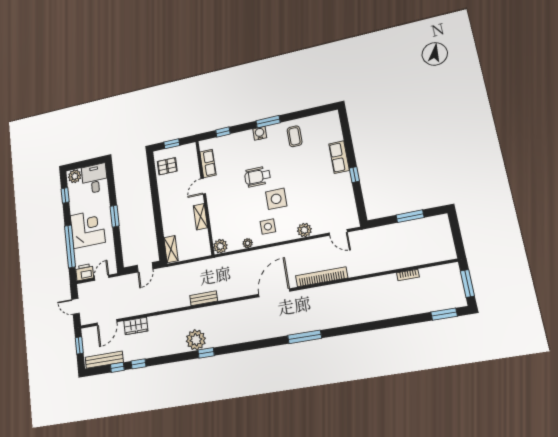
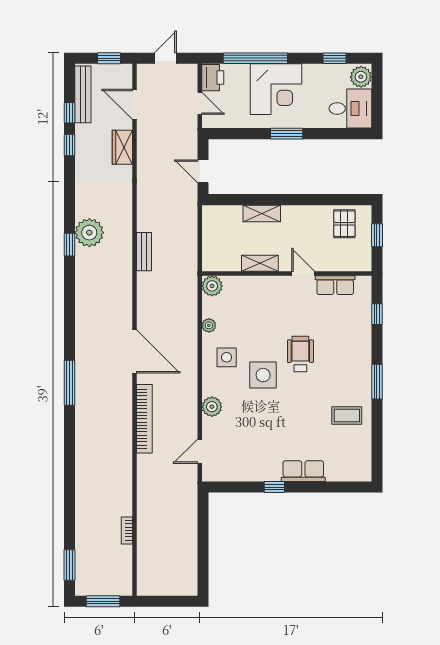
water cooler: (260, 133) -> (363, 367), removed
window: (410, 216) -> (203, 548), removed
shelving: (171, 249) -> (262, 213), moved

